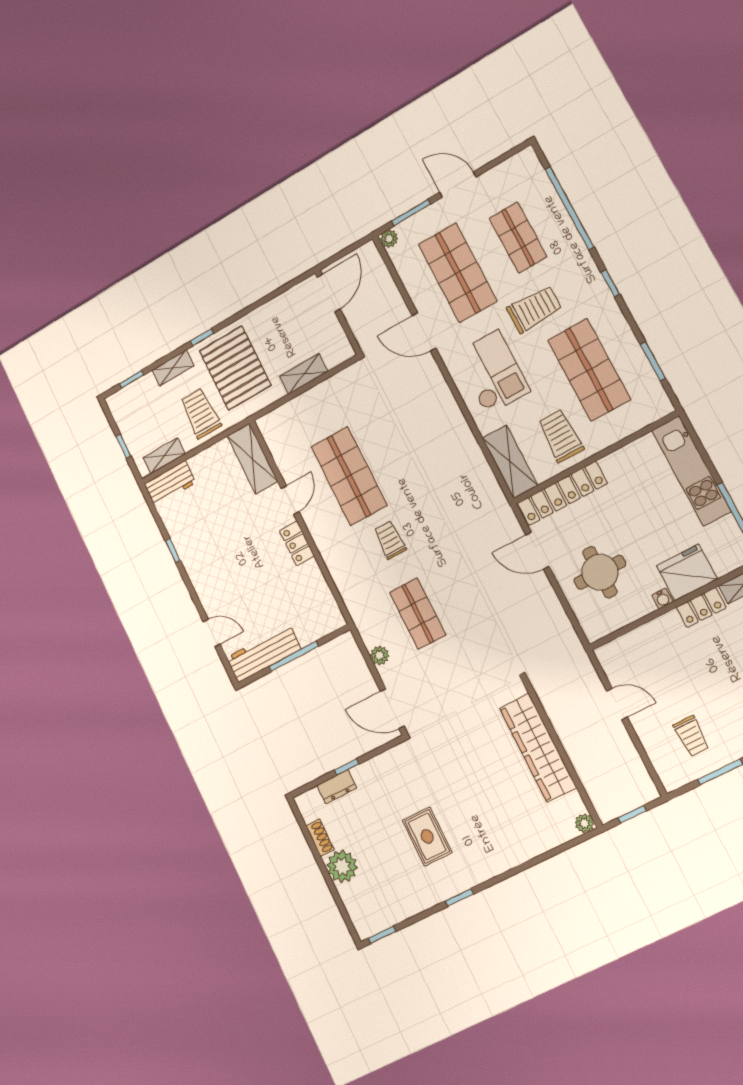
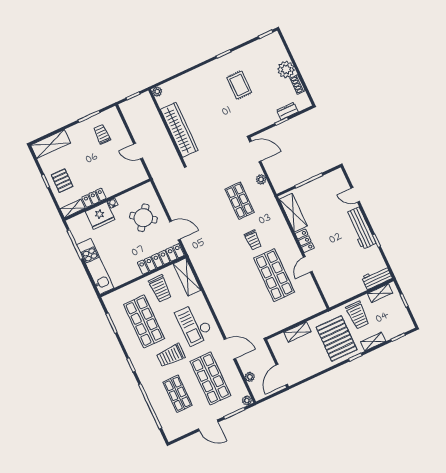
plant: (386, 283) -> (250, 377), added
shelving: (252, 459) -> (293, 213), moved
round table: (600, 572) -> (143, 218), turned 36
workbench: (264, 653) -> (361, 228), moved, turned 90

